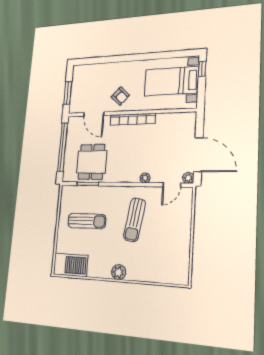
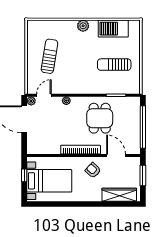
window: (202, 69) -> (24, 175), moved
wardrobe: (94, 71) -> (119, 195), added
dining table: (92, 162) -> (100, 118), moved
sun lounger: (135, 220) -> (49, 56), moved
barbecue: (71, 265) -> (113, 29), moved

